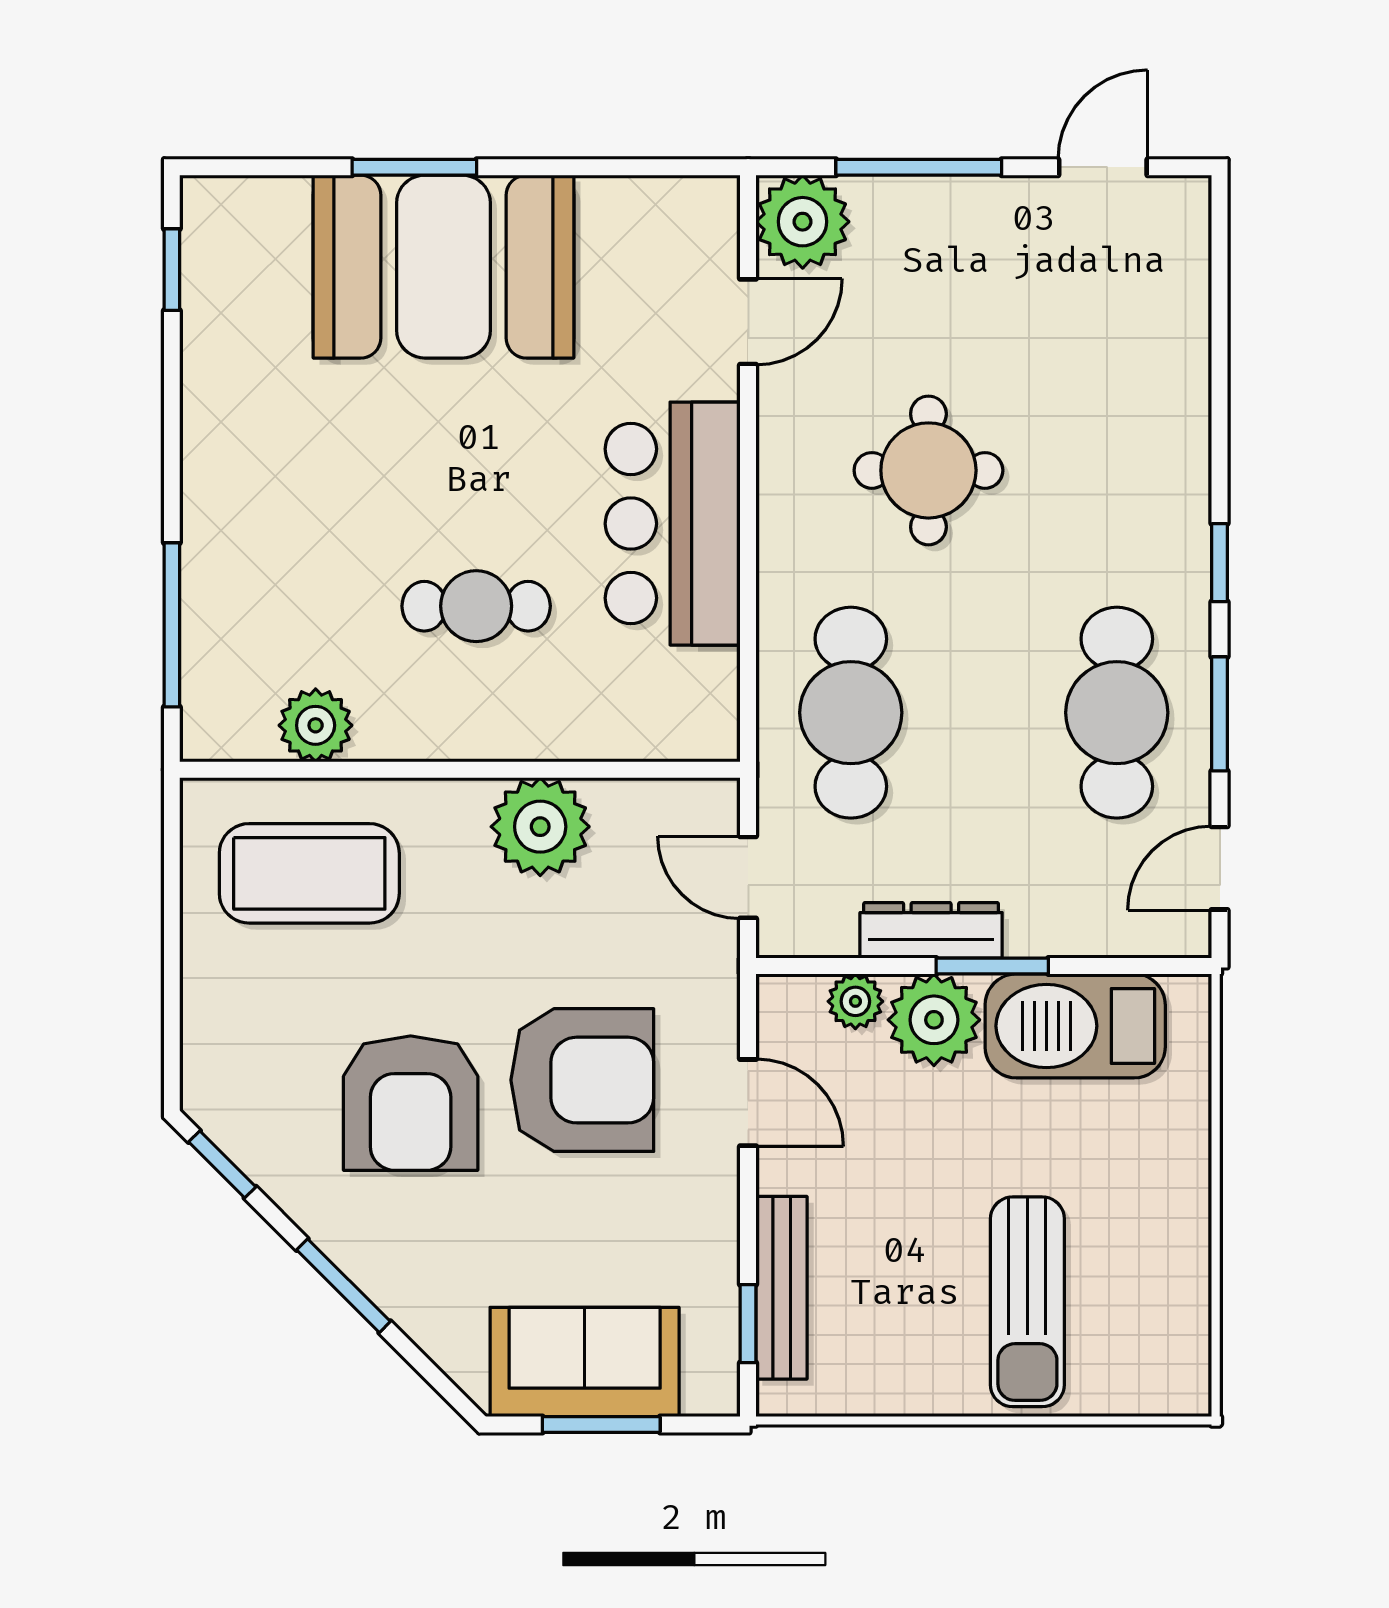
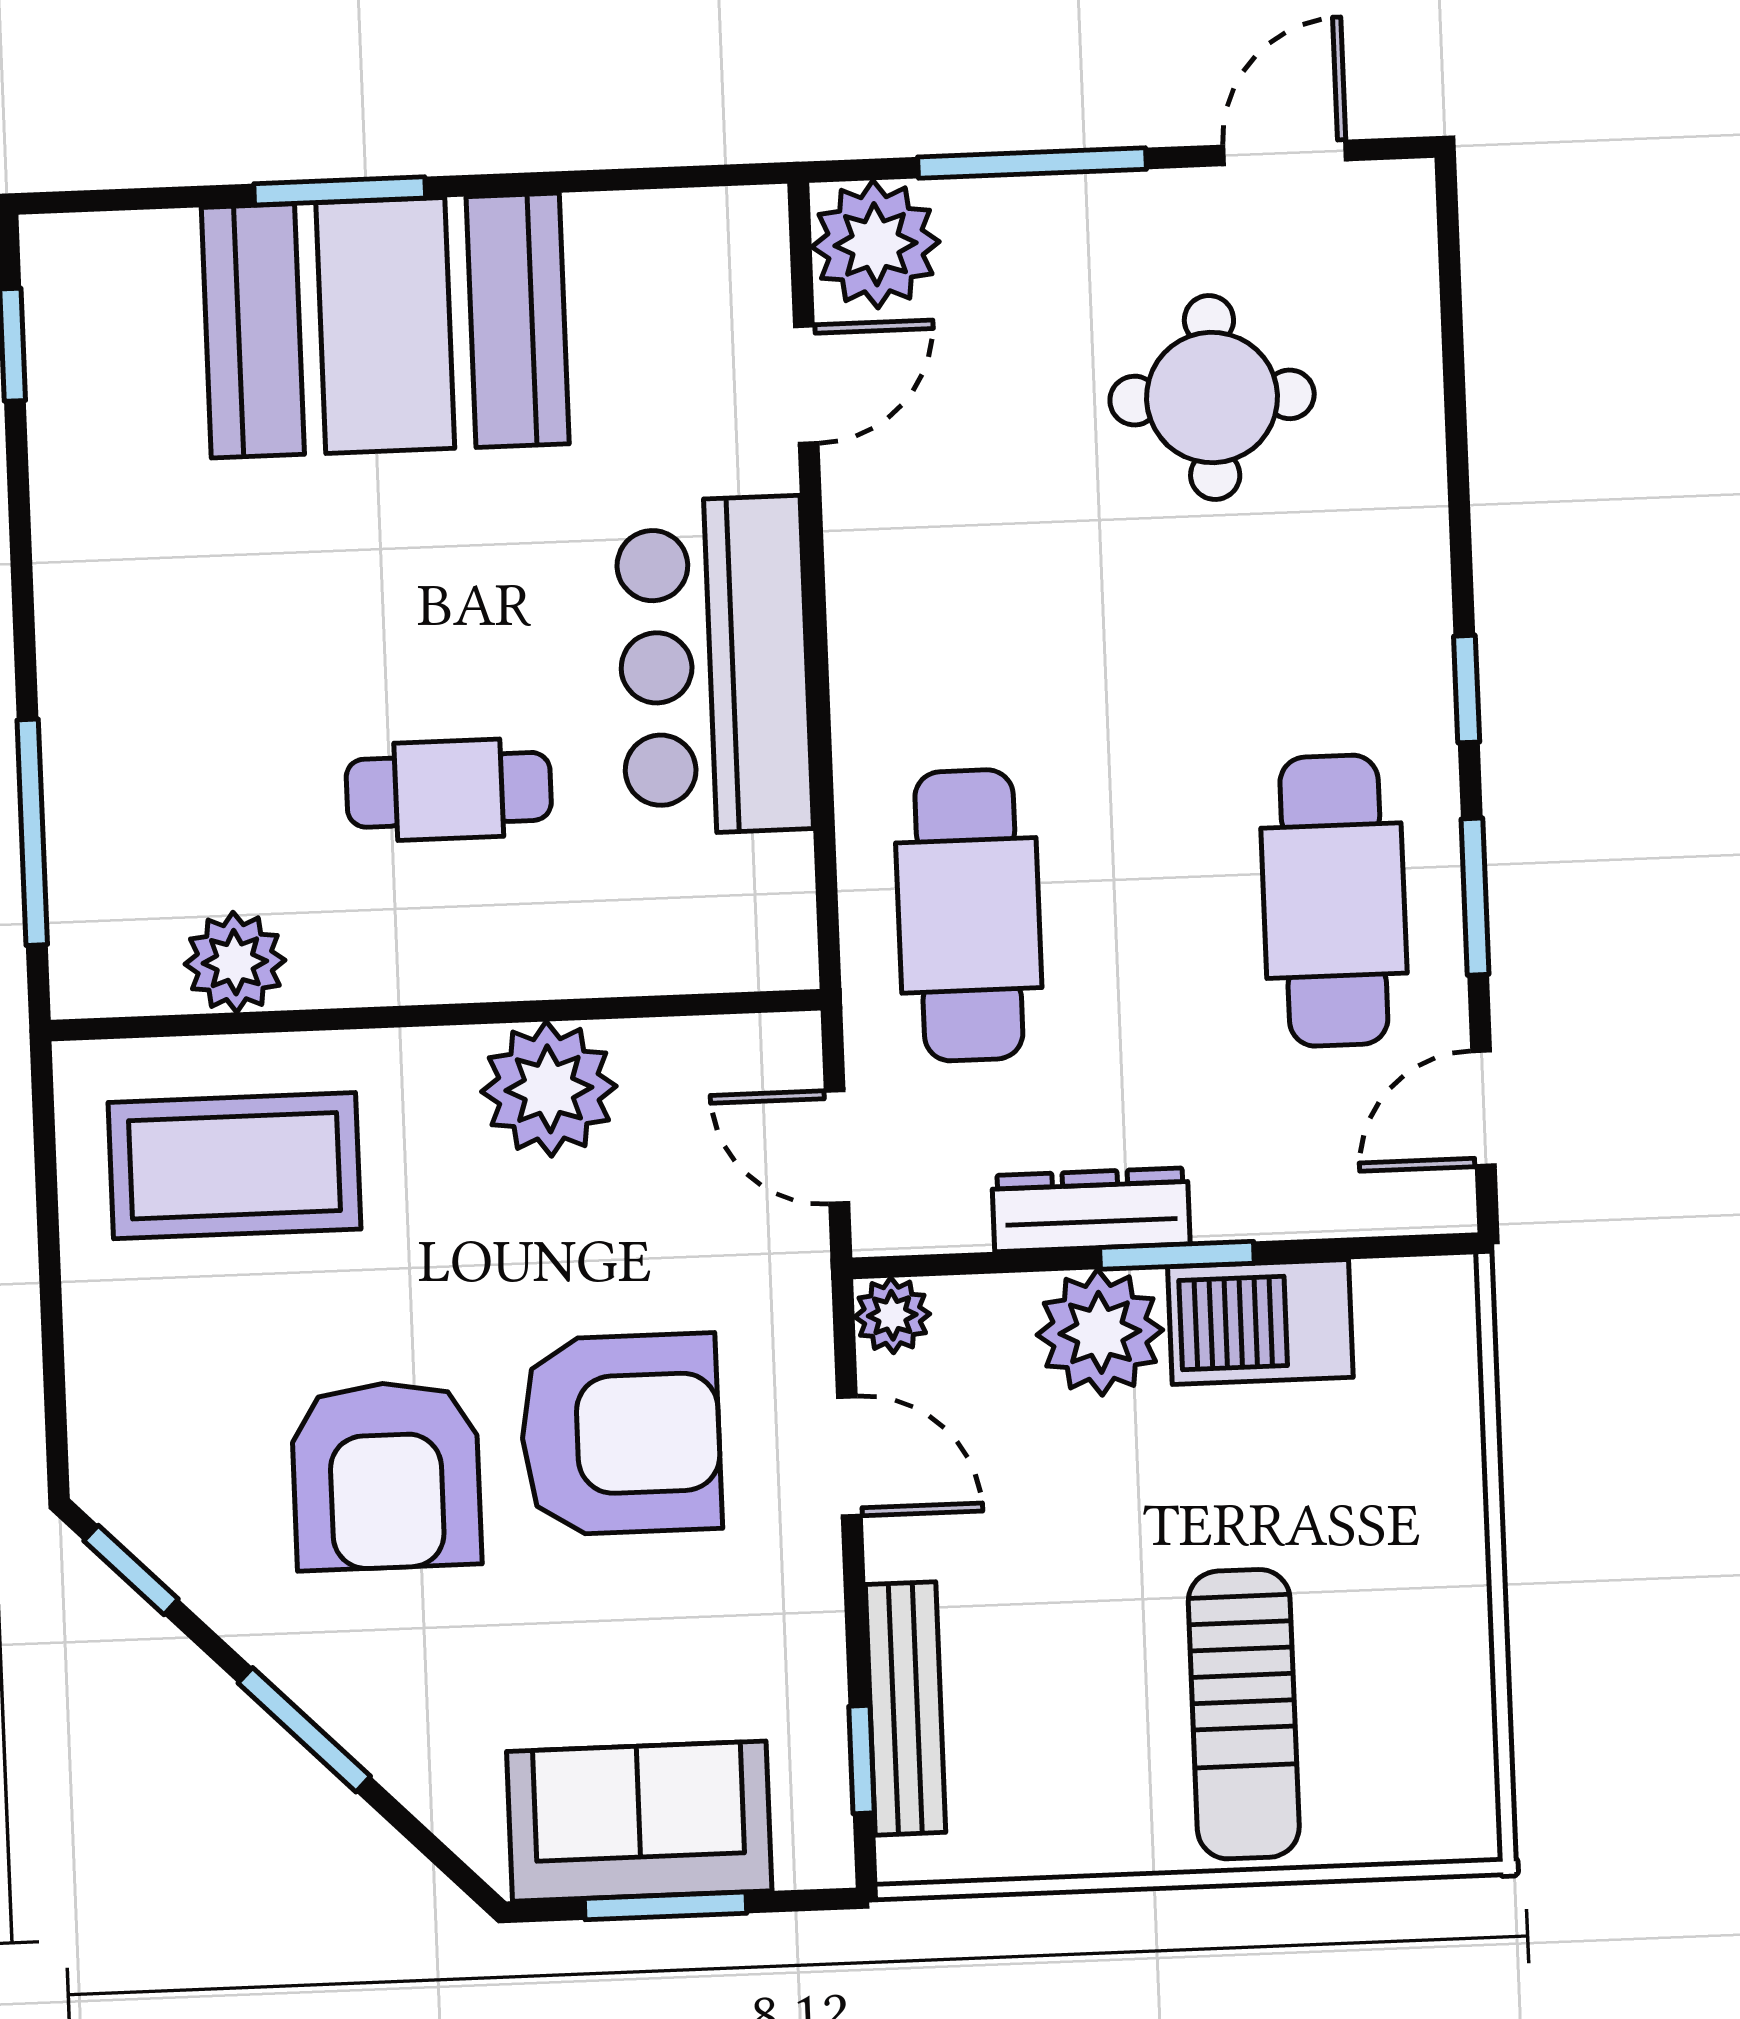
round table: (928, 470) -> (1212, 397), moved
plant: (855, 1001) -> (892, 1315), moved
barbecue: (1075, 1026) -> (1260, 1322), width x0.73, depth x0.83

